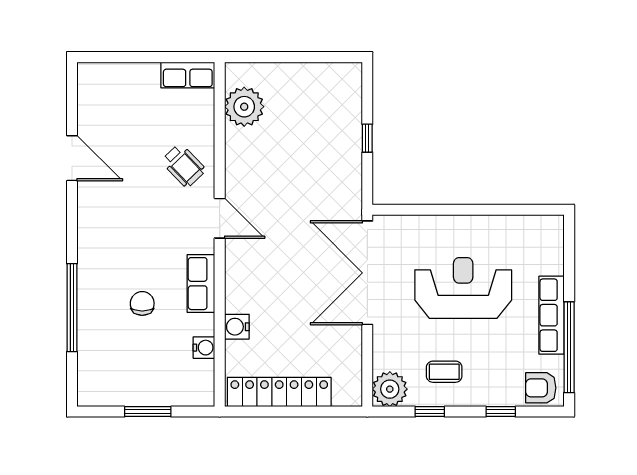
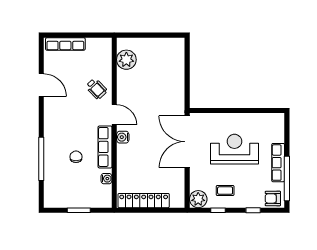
row of seats: (188, 75) -> (65, 44), moved, width x1.48
window: (367, 138) -> (187, 75), removed
row of seats: (201, 284) -> (105, 147), width x1.48
water cooler: (237, 327) -> (123, 137), moved

